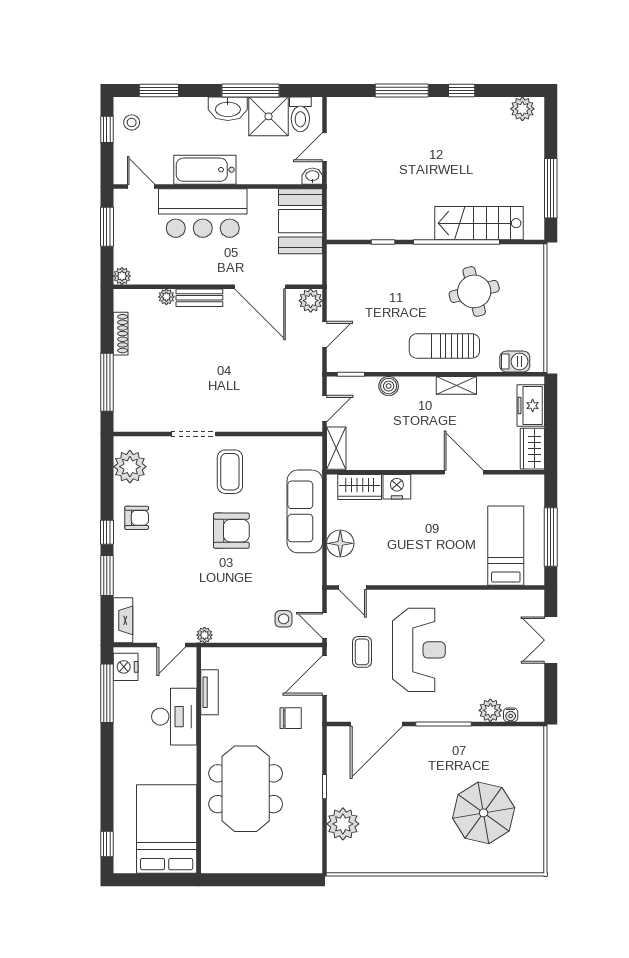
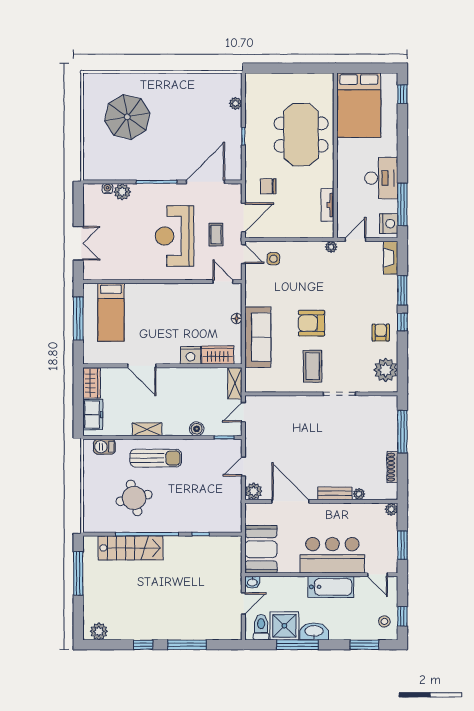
armchair: (137, 518) -> (381, 333), turned 90
floor lamp: (340, 543) -> (237, 318), width x0.53, depth x0.53
desk: (174, 717) -> (381, 178), moved, turned 180
plant: (343, 824) -> (236, 103), width x0.53, depth x0.53

